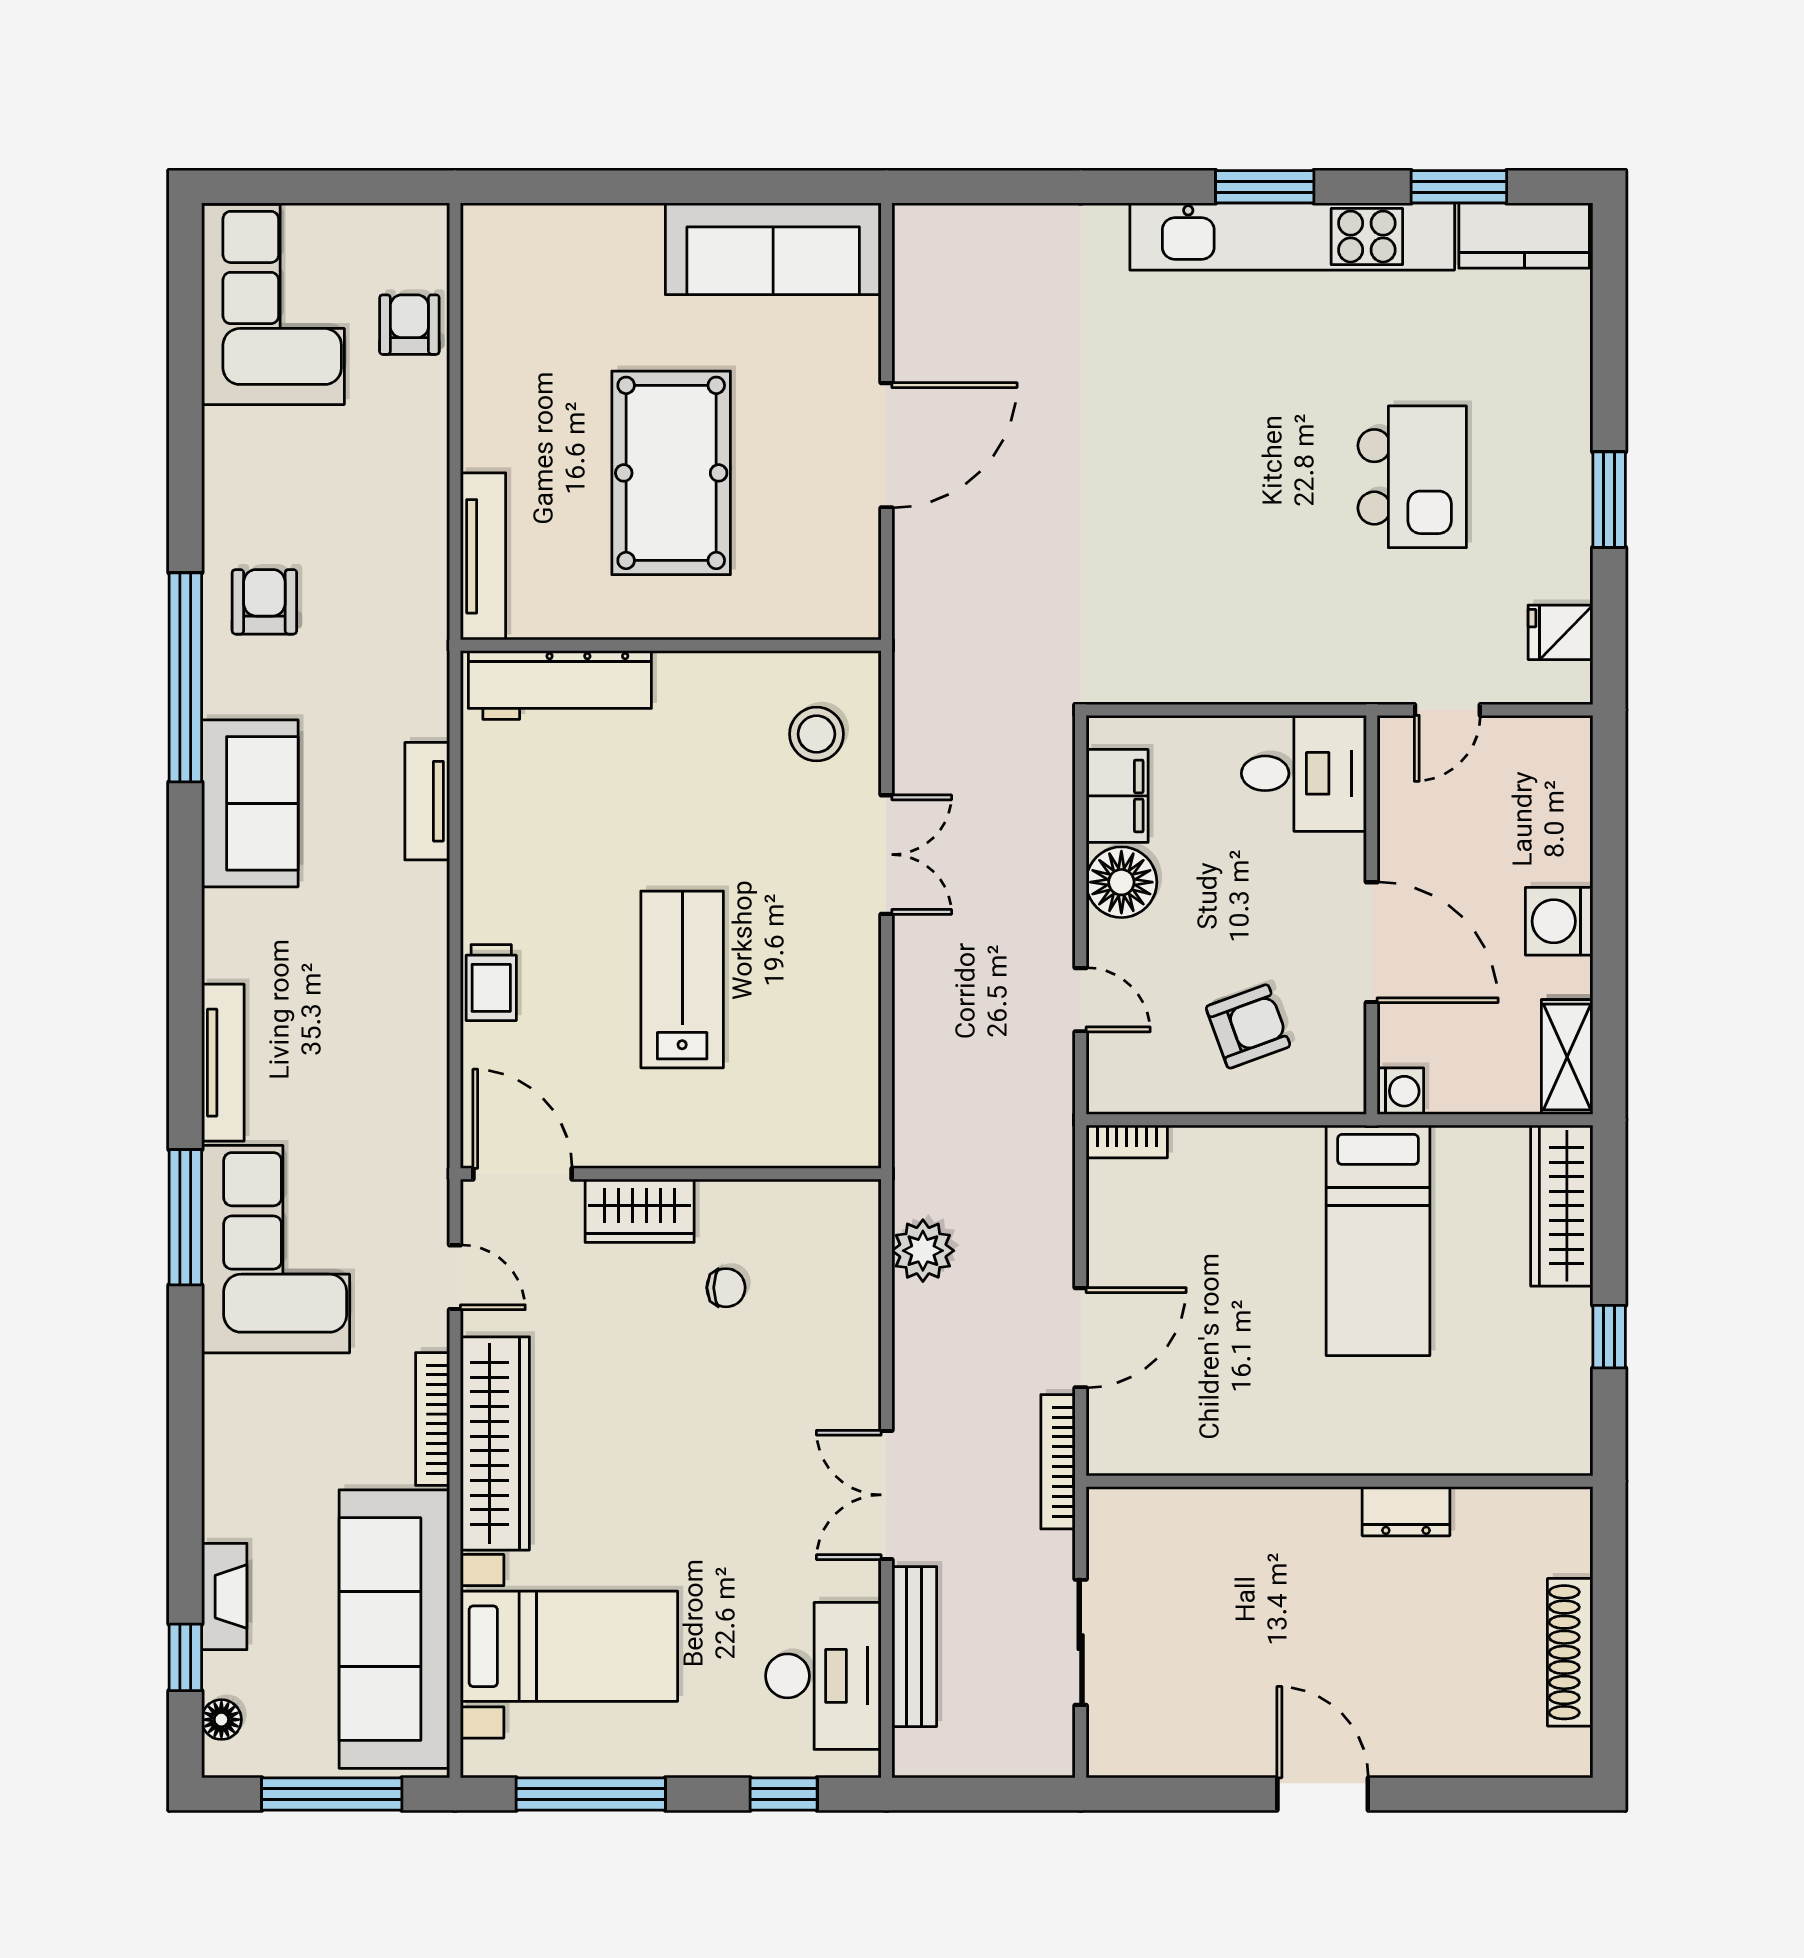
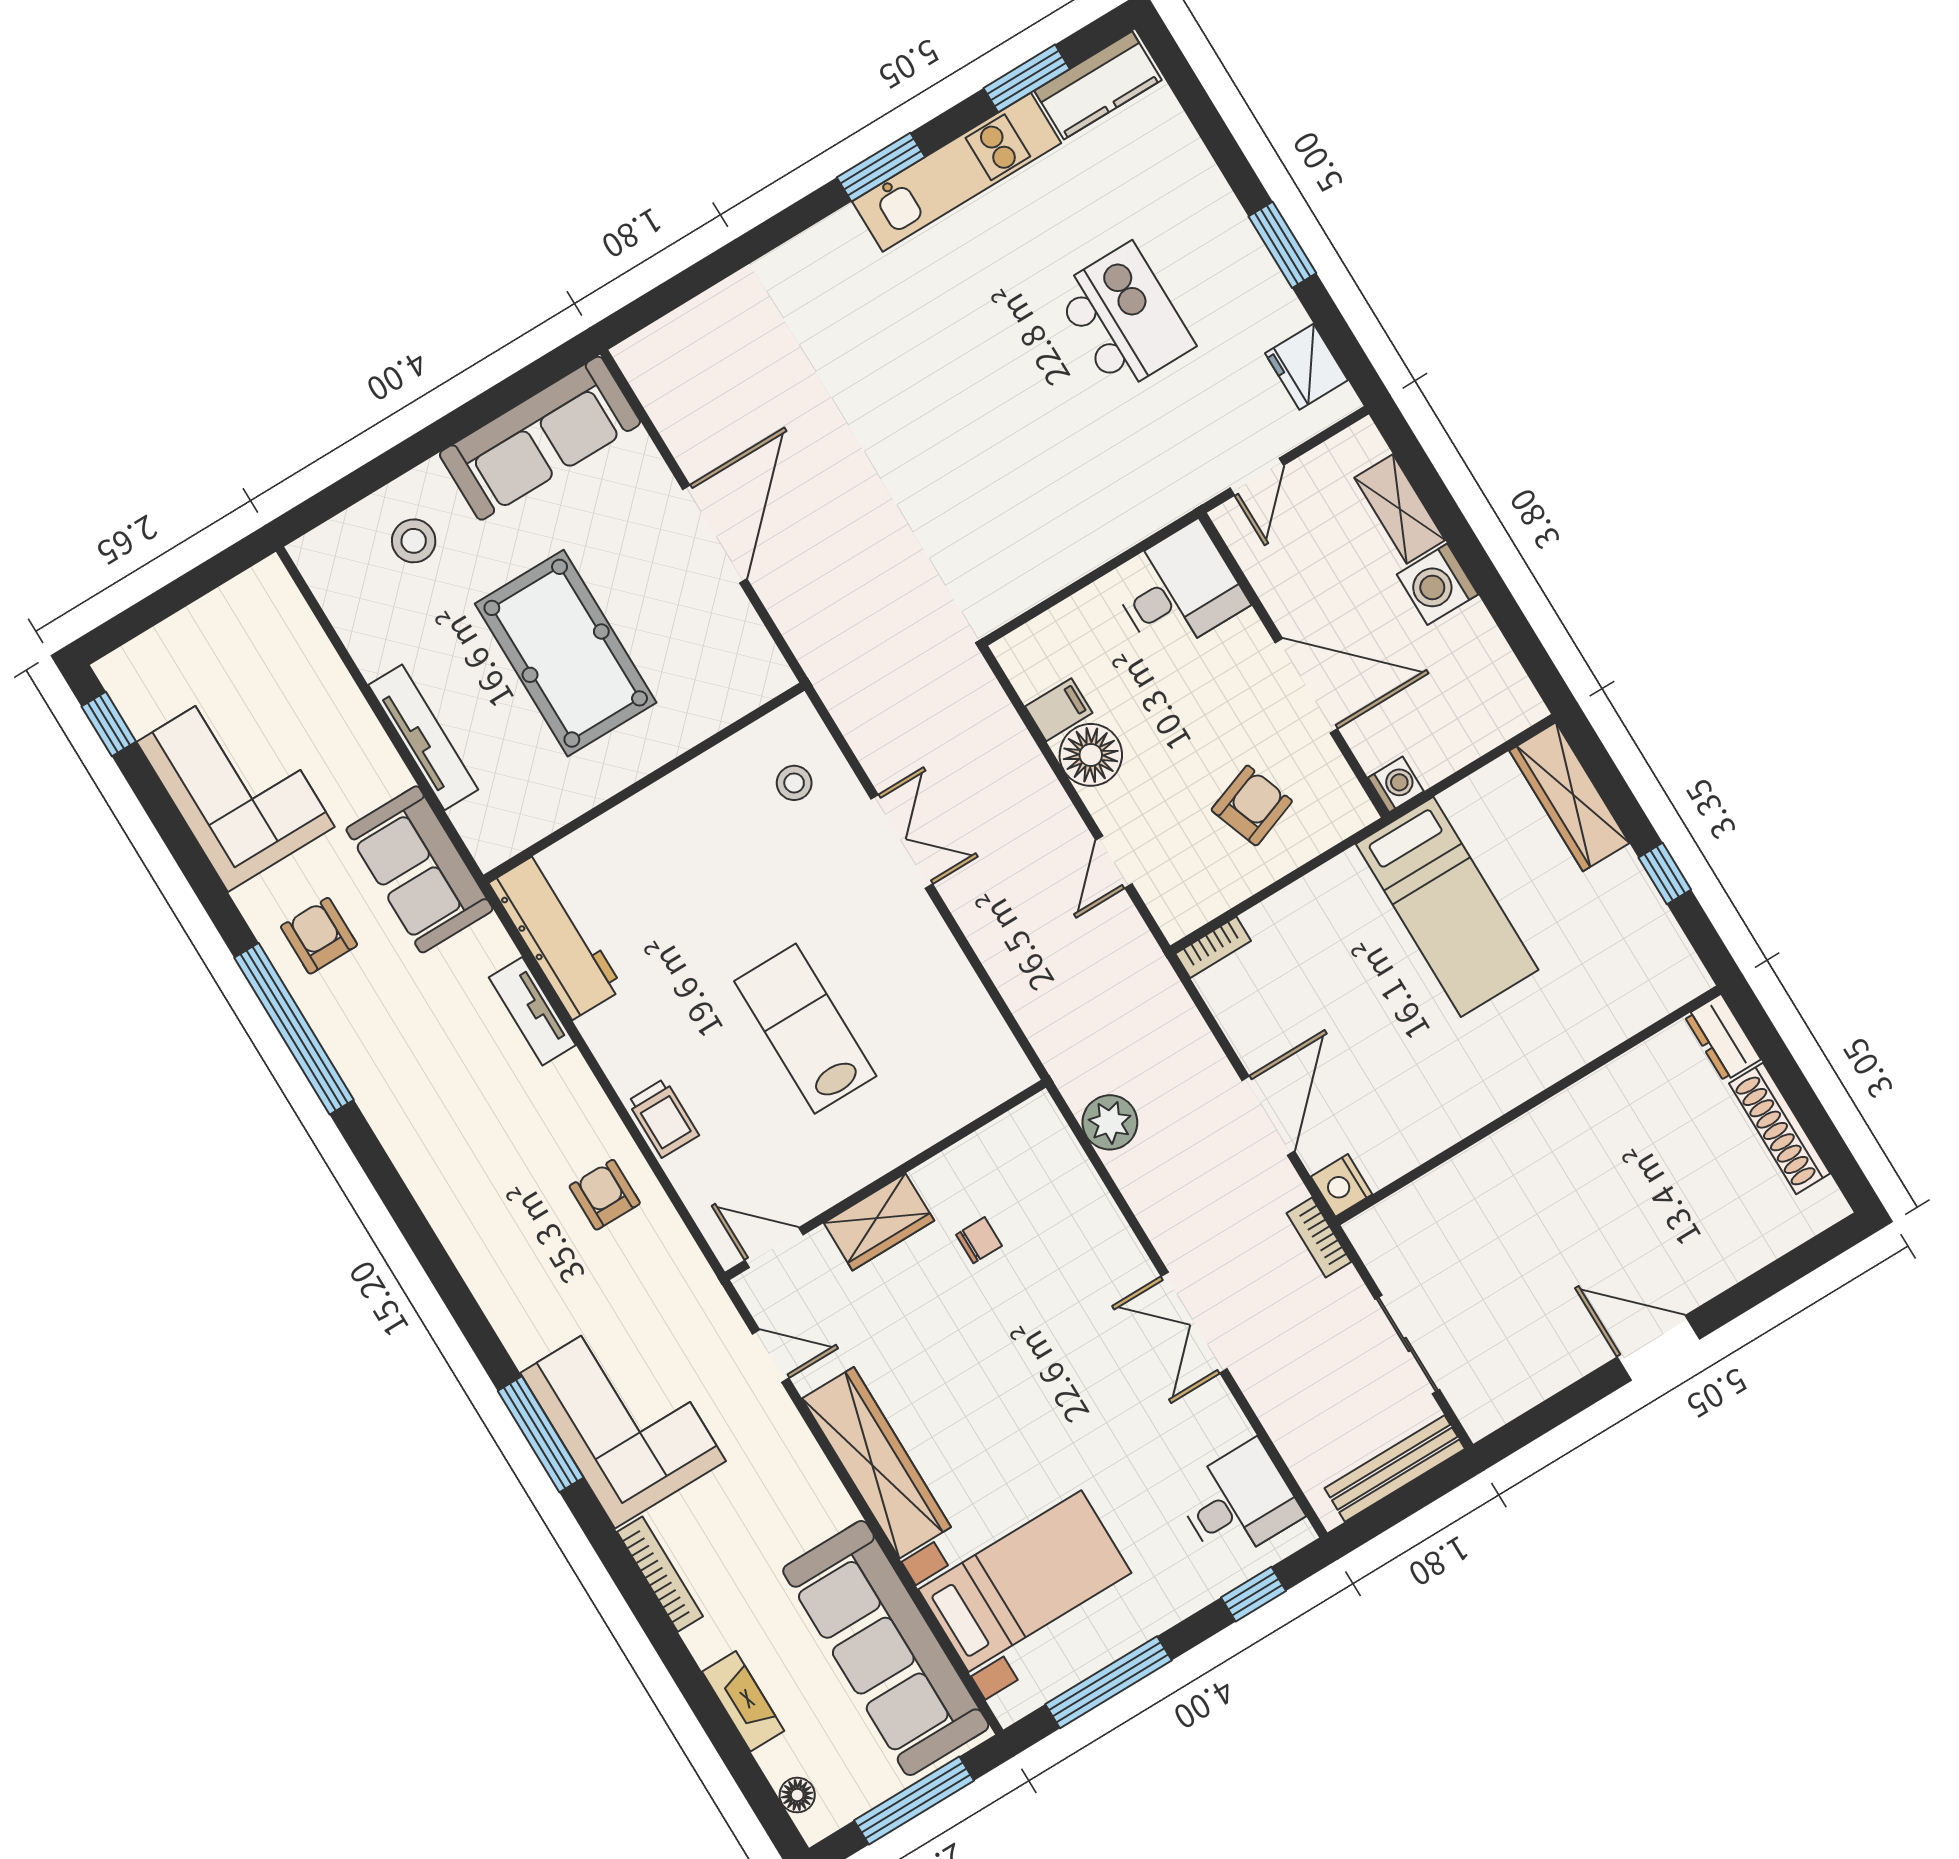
kitchen unit: (1292, 237) -> (957, 172), width x0.73
stool: (590, 274) -> (414, 541), added
corner sofa: (273, 304) -> (236, 784), moved
armchair: (409, 325) -> (605, 1195), moved
tv unit: (483, 556) -> (423, 737), moved
fridge: (1560, 632) -> (1306, 367), width x1.38
workbench: (560, 685) -> (556, 936), moved, turned -90
stool: (817, 734) -> (794, 783), width x0.73, depth x0.73
filing cabinet: (1117, 796) -> (1059, 710), width x0.50
sofa: (250, 803) -> (419, 869), moved, turned 180
door: (1081, 1000) -> (1114, 862), swing flipped
shelving: (1567, 1057) -> (1400, 509), moved
tv unit: (223, 1063) -> (498, 1301), removed
door: (522, 1174) -> (774, 1248), width x0.73
bookcase: (433, 1419) -> (660, 1574), moved, turned 180
nightstand: (1111, 1449) -> (1342, 1185), added
bookcase: (1058, 1462) -> (1319, 1237), width x0.64
dresser: (1406, 1511) -> (1723, 1038), moved, turned 90
bench: (914, 1647) -> (1395, 1469), moved, turned 90
window: (185, 1657) -> (109, 724), moved
desk: (823, 1676) -> (1238, 1502), width x0.73

